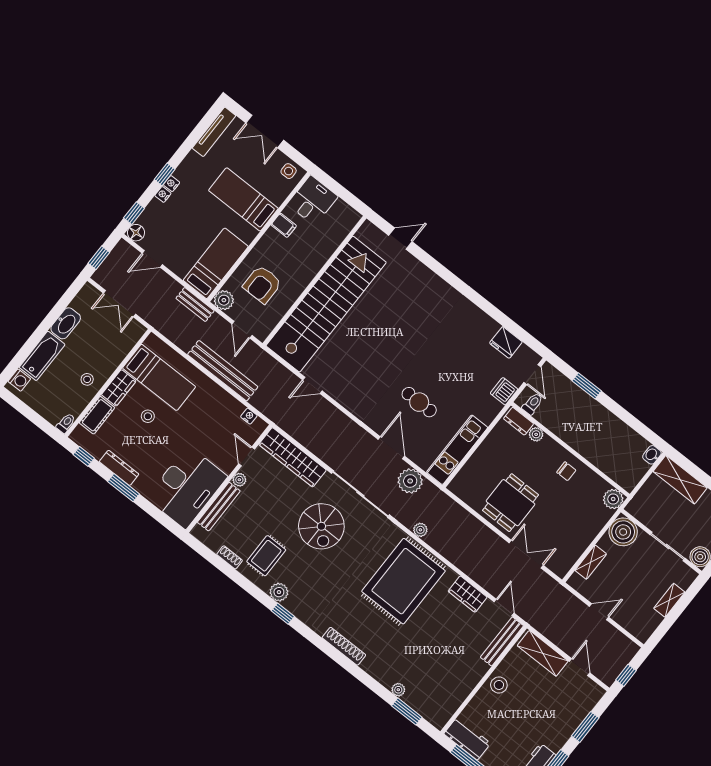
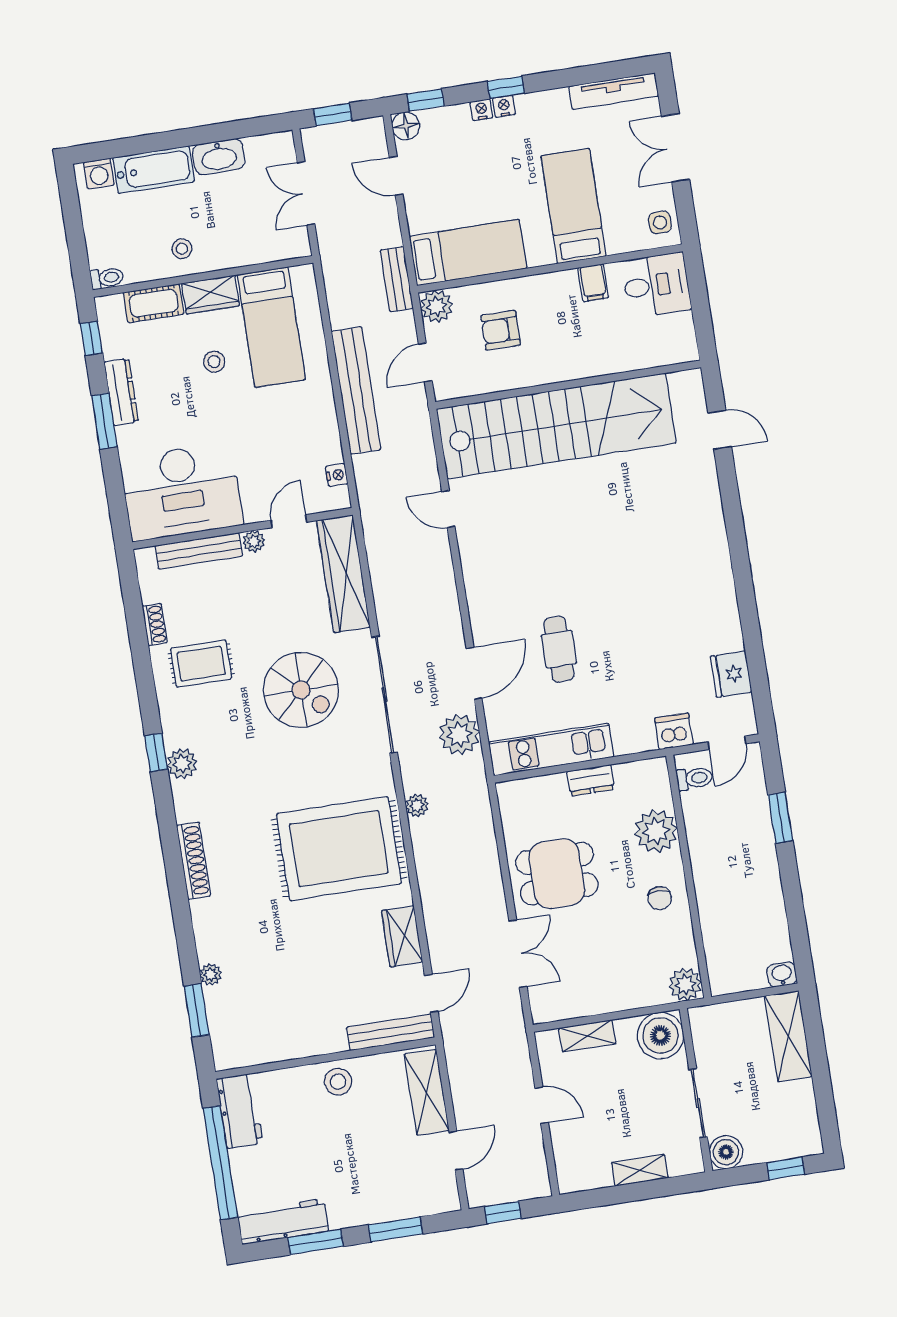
armchair: (262, 284) -> (501, 330), width x0.72, depth x0.72
dresser: (519, 421) -> (591, 780), moved, turned -90
plant: (536, 434) -> (656, 831), width x1.88, depth x1.88
spiral stairs: (321, 526) -> (301, 690), turned -90
plant: (279, 592) -> (182, 764), moved

